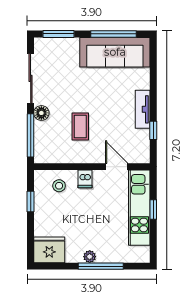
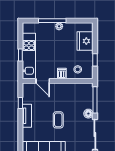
coffee table: (80, 126) -> (58, 120), moved
fridge: (49, 250) -> (85, 41), moved, turned 90

